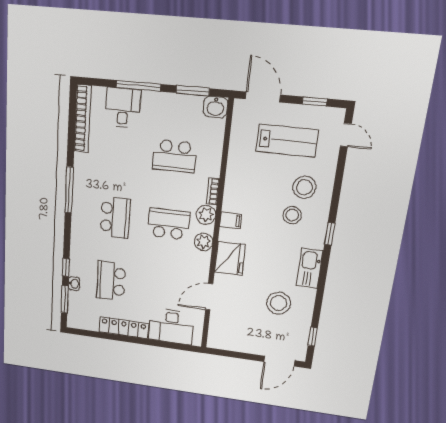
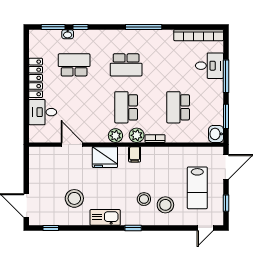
school desk: (168, 224) -> (126, 107), turned 180
desk: (171, 326) -> (43, 112), width x0.73

